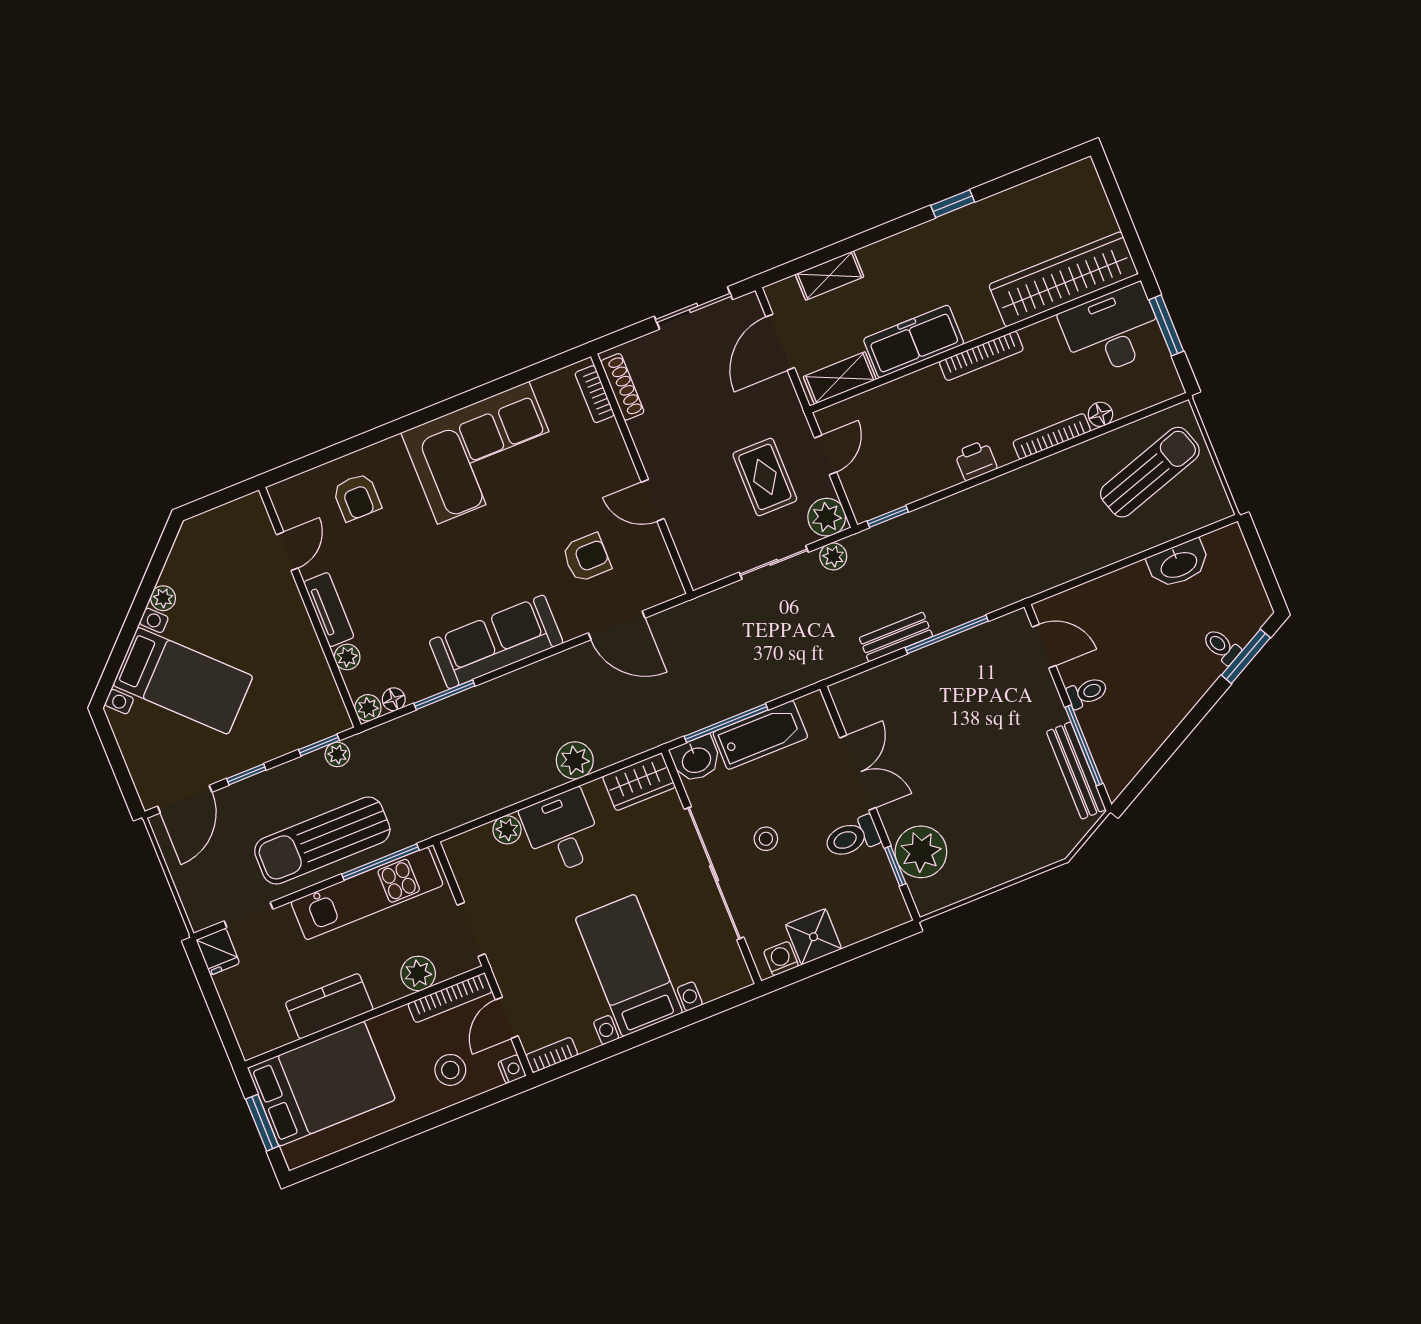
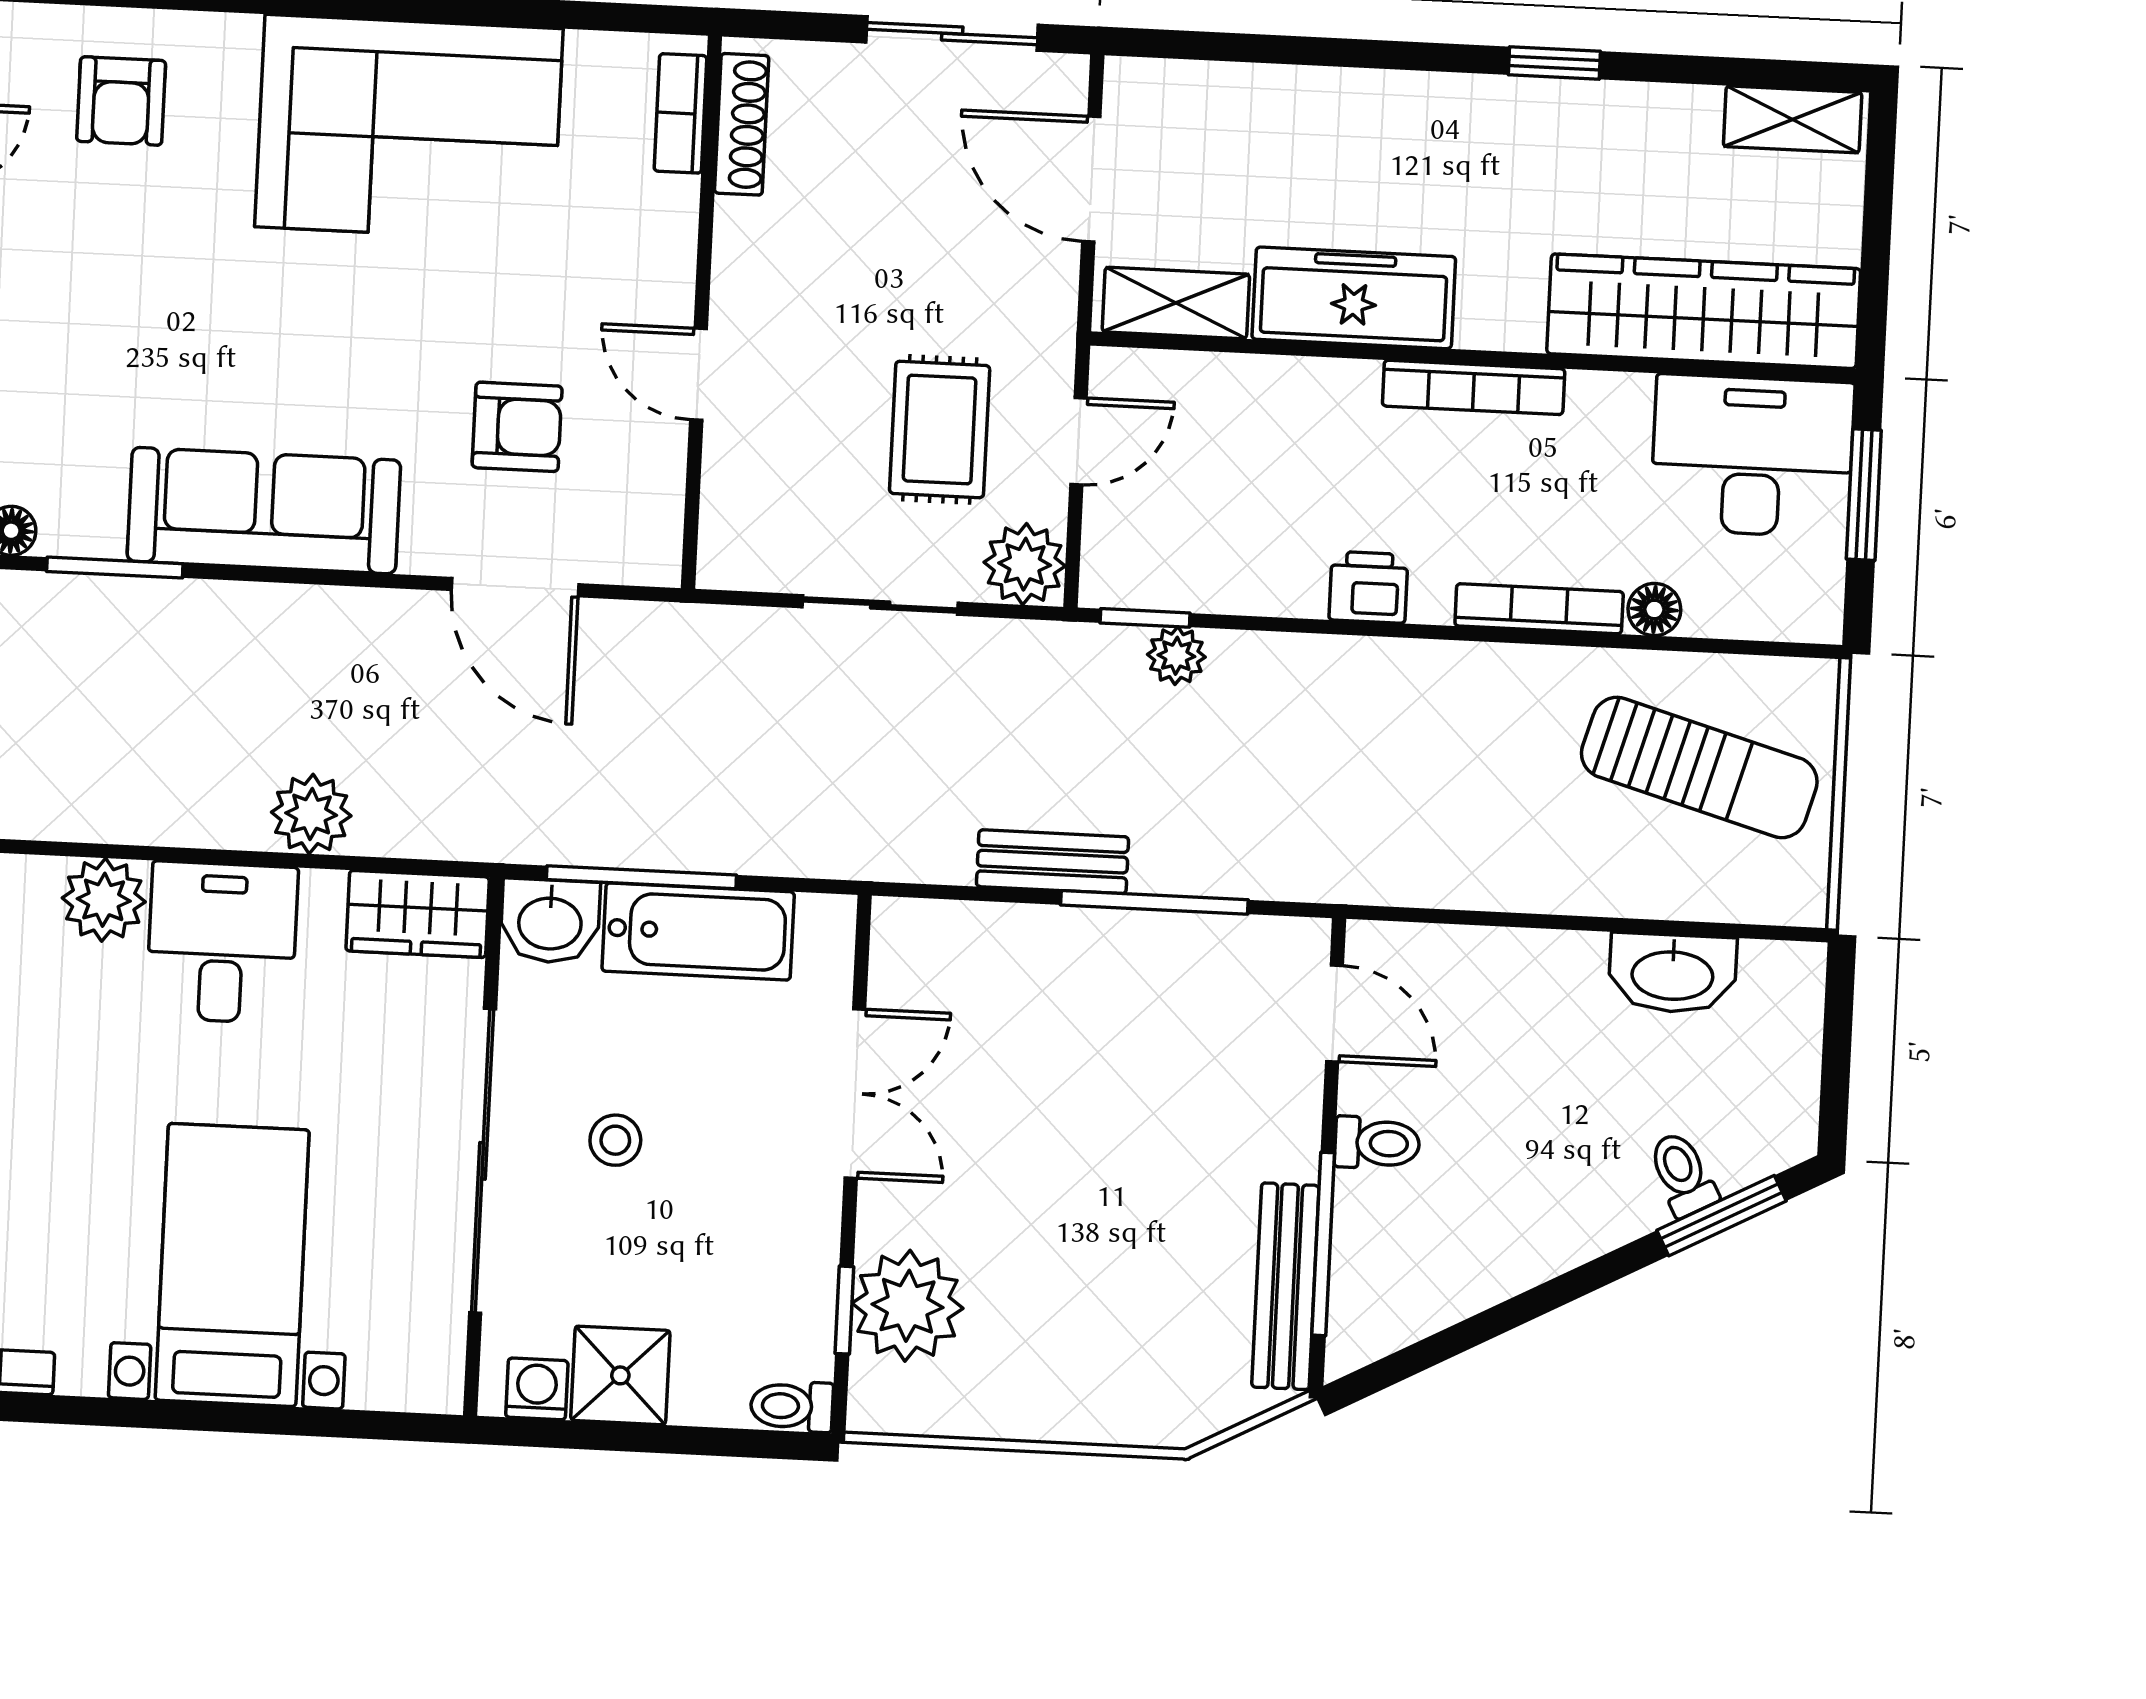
shelving: (829, 276) -> (1793, 119), moved
door: (780, 342) -> (1091, 179), hinge flipped
sun lounger: (1150, 472) -> (1699, 768), turned 34
plant: (833, 556) -> (1176, 656), moved
plant: (507, 830) -> (104, 900), width x1.38, depth x1.38
toilet: (852, 837) -> (792, 1406), moved, width x0.73, depth x0.72

